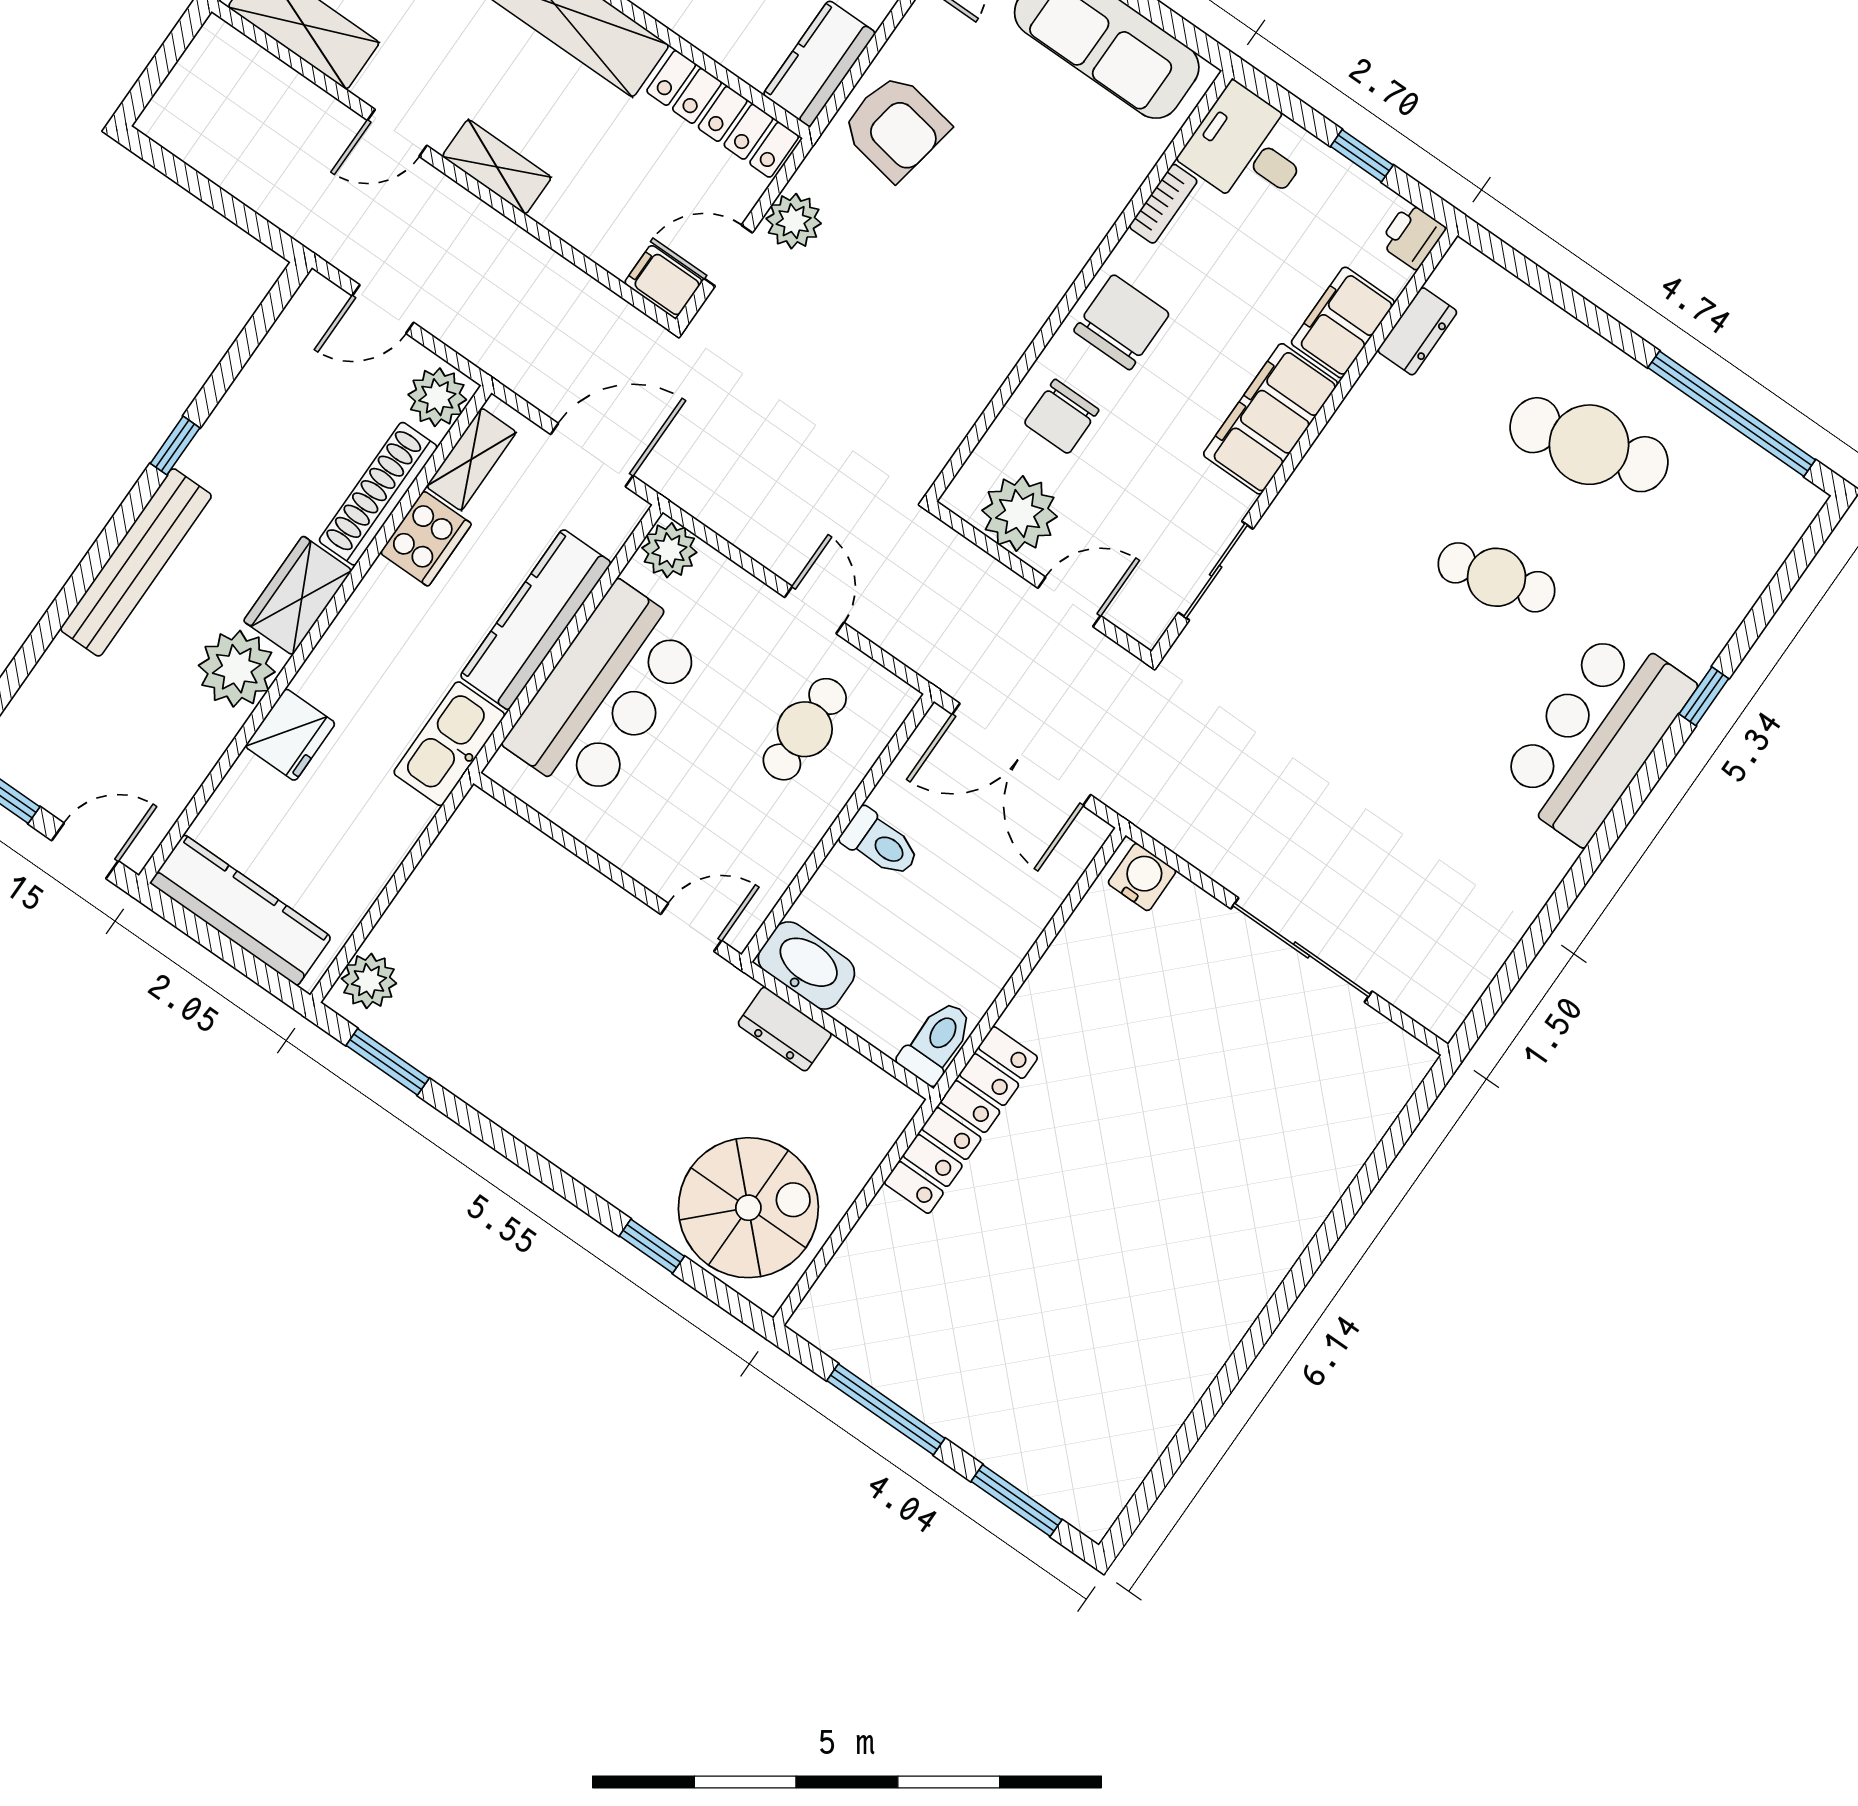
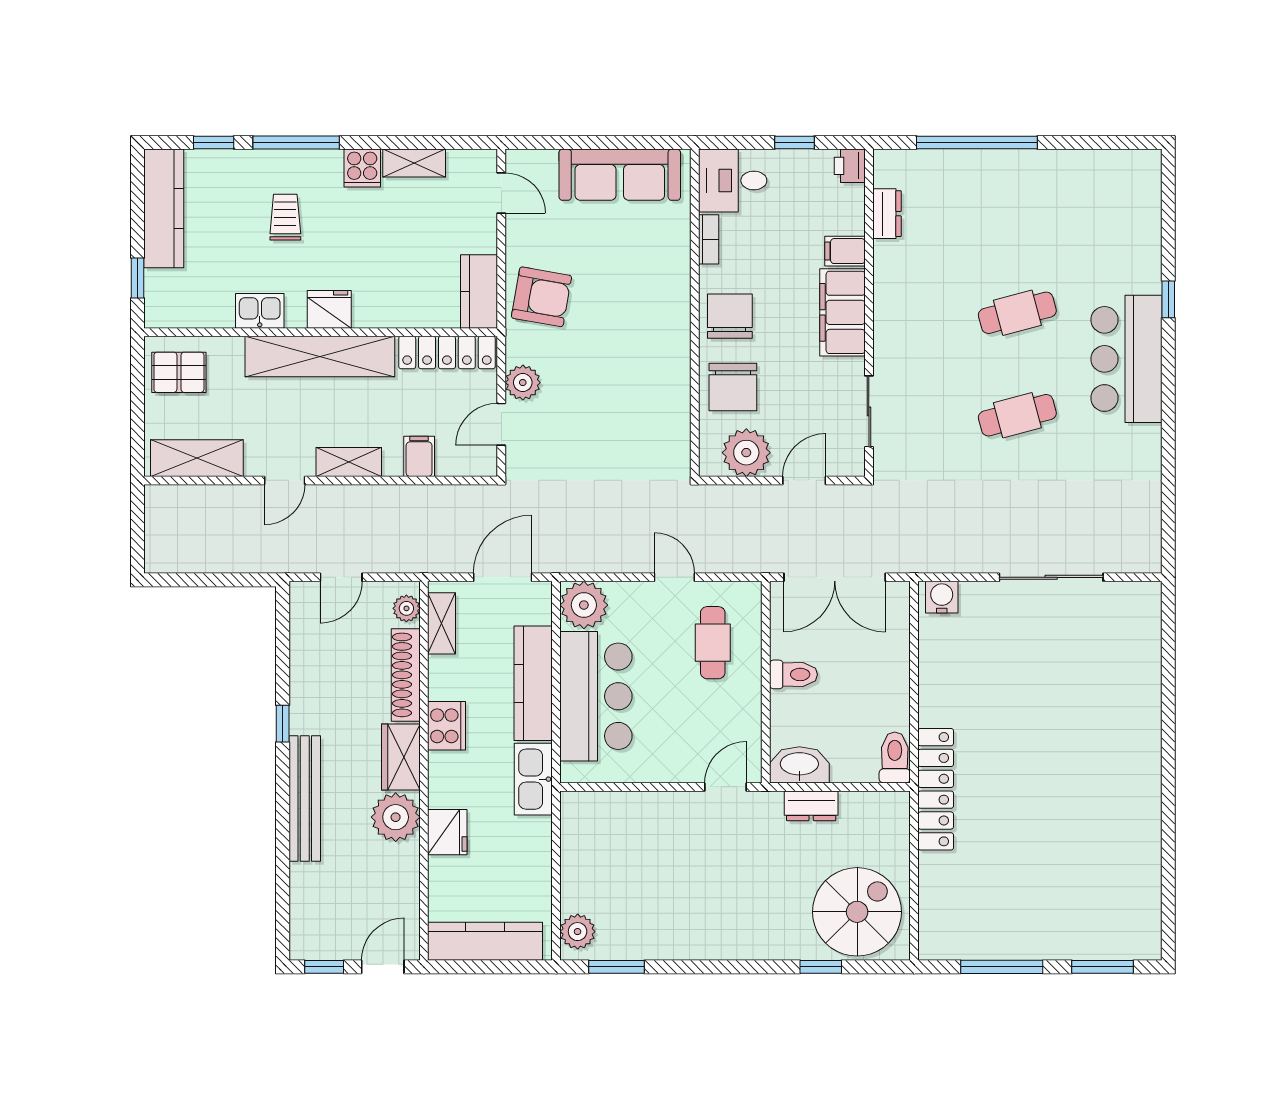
filing cabinet: (663, 282) -> (419, 456), moved, turned 90
filing cabinet: (1343, 322) -> (845, 251), width x0.50
plant: (437, 397) -> (406, 608), width x0.73, depth x0.73
window: (1732, 414) -> (977, 142), moved
chair: (1062, 417) -> (733, 387), width x1.37, depth x1.37
cafe table: (1589, 445) -> (1017, 415), moved, width x0.73, depth x0.74
cooker: (426, 538) -> (447, 726), moved
plant: (669, 550) -> (584, 605), width x1.36, depth x1.36

